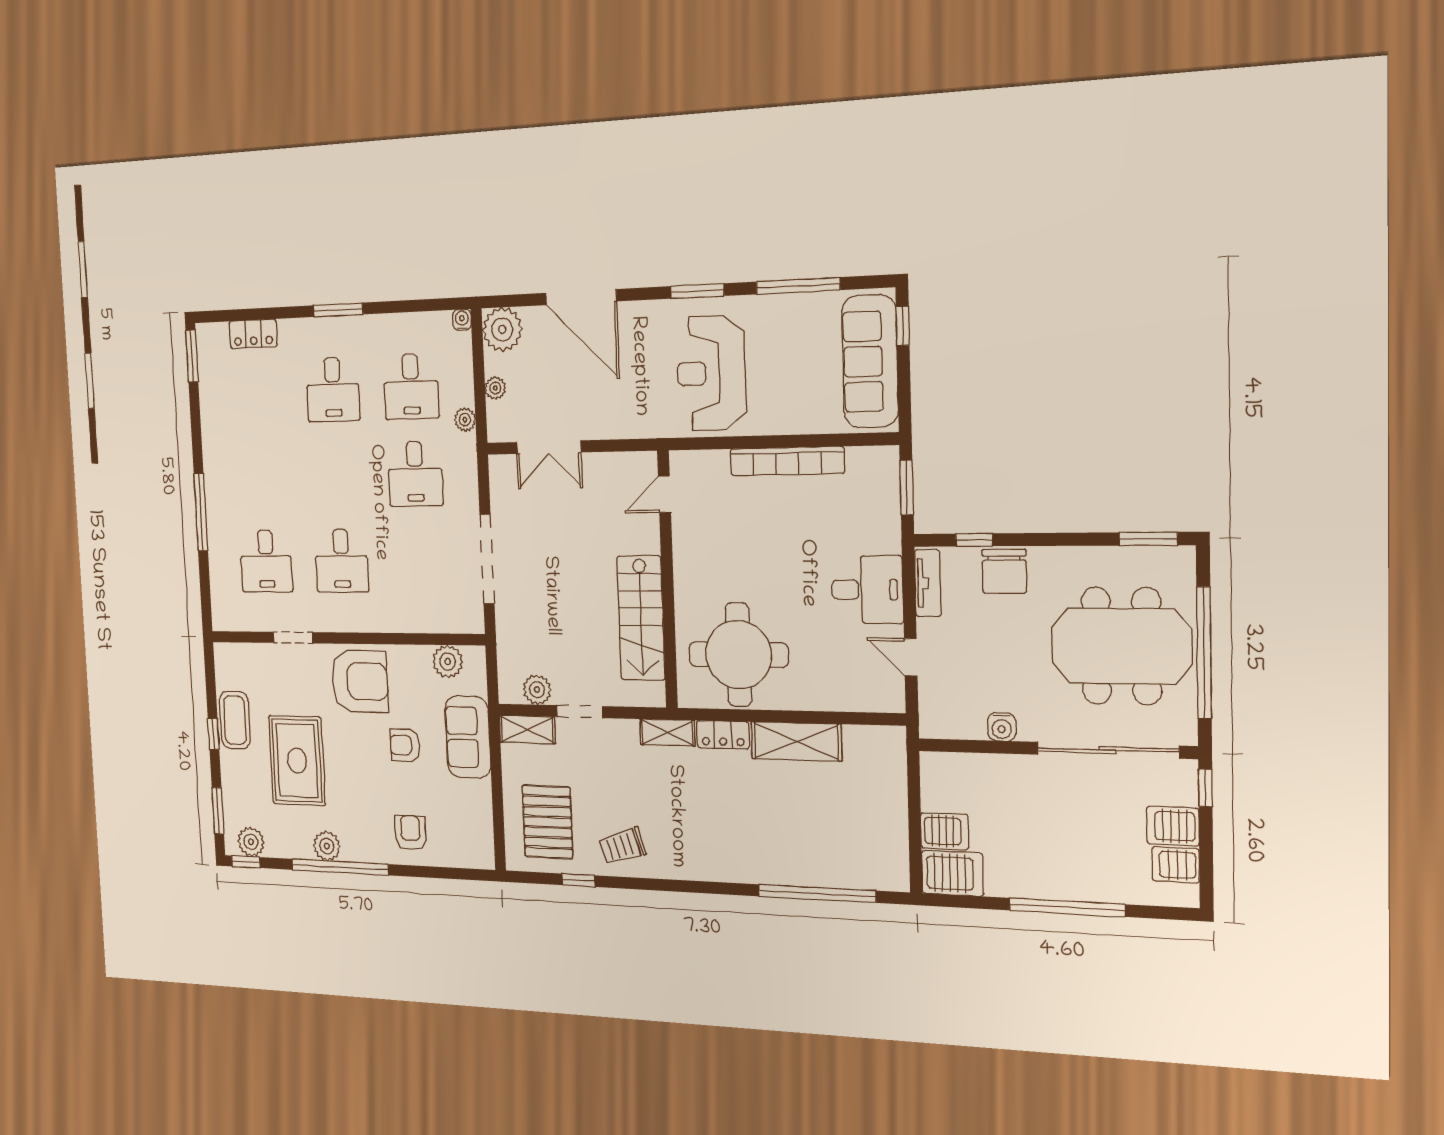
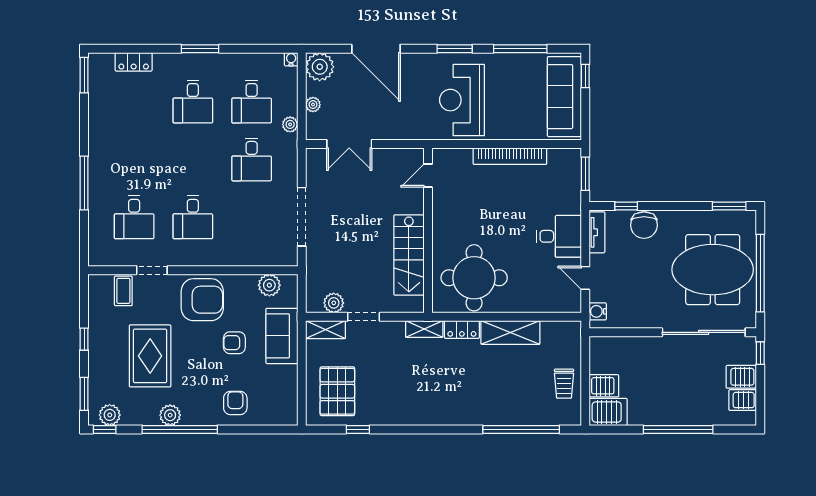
coffee table: (235, 720) -> (123, 291), moved, width x0.73, depth x0.77
water cooler: (1002, 727) -> (598, 311), moved, turned 90
trolley: (623, 846) -> (564, 384), moved, turned -72

